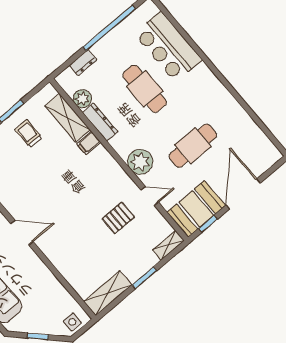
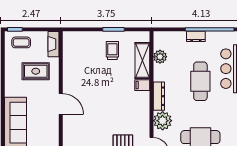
dresser: (83, 62) -> (196, 36), moved
dresser: (100, 122) -> (159, 96), moved

